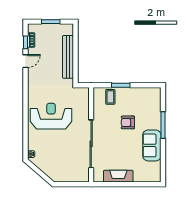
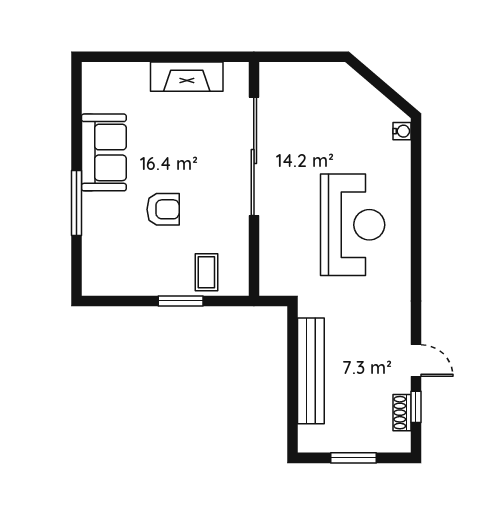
door: (25, 61) -> (416, 361), swing flipped
reception desk: (51, 116) -> (353, 225), turned -90

